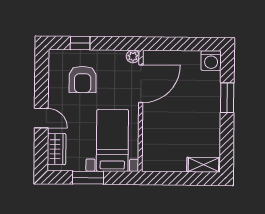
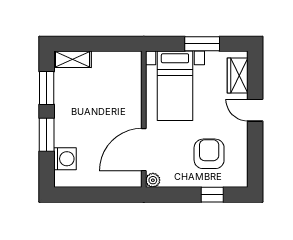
washing machine: (211, 61) -> (65, 159), moved, turned 90
window: (227, 139) -> (47, 88), added

